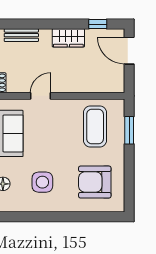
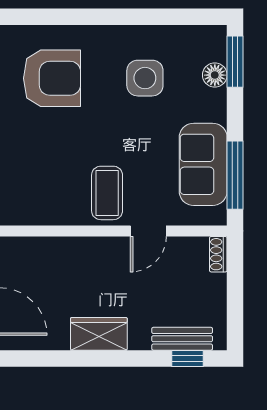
window: (98, 24) -> (188, 358), moved
coffee table: (95, 127) -> (107, 193), moved, width x0.73, depth x0.76

